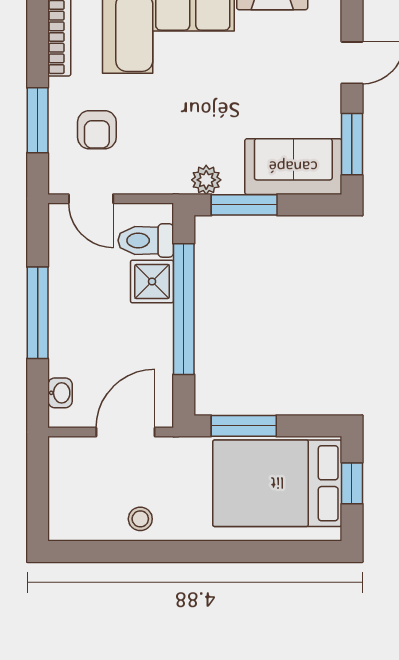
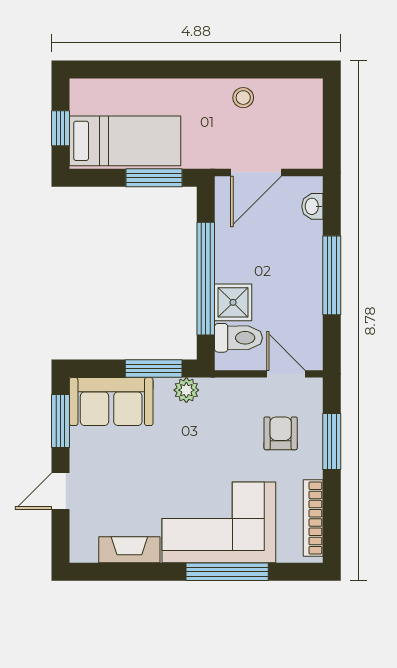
bed: (277, 483) -> (125, 141), width x0.67

